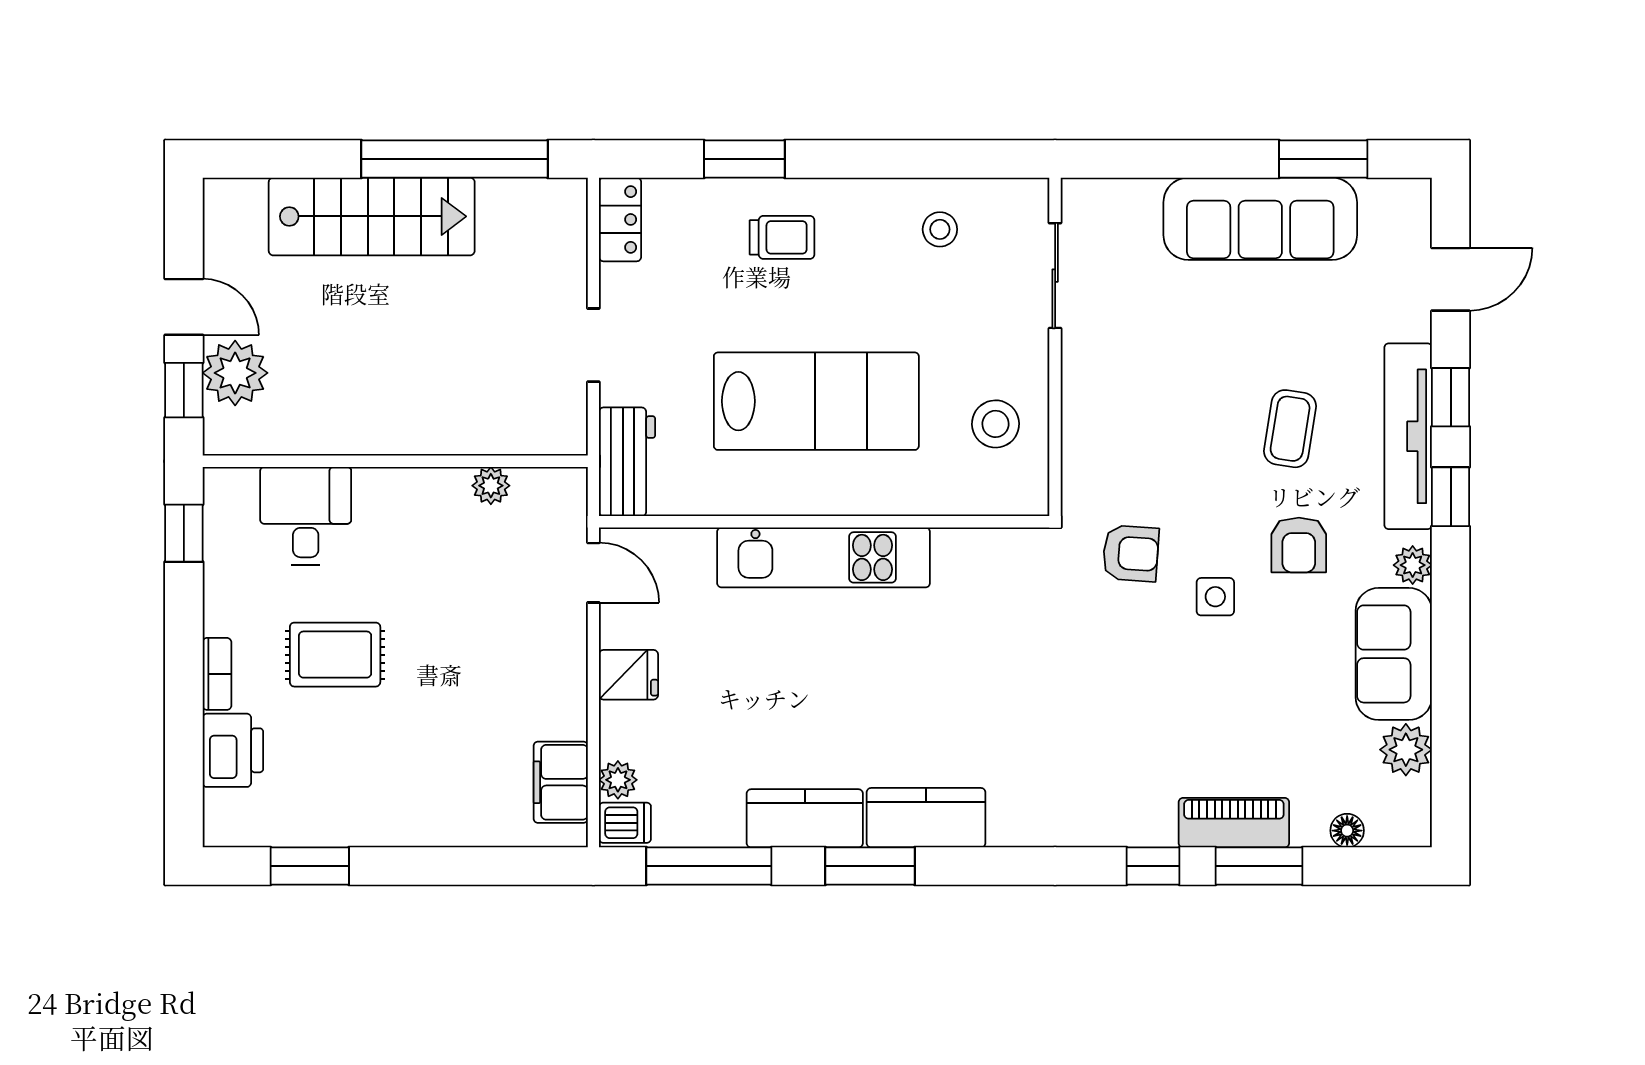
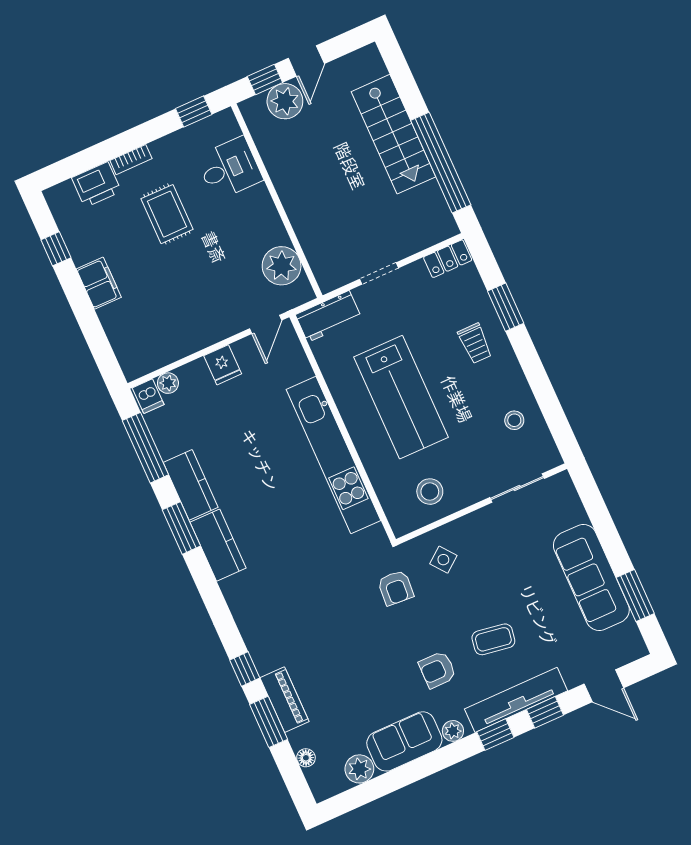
plant: (491, 486) -> (282, 266), width x1.87, depth x1.87
kitchen unit: (824, 557) -> (333, 455), width x1.36
side table: (1215, 597) -> (443, 560), moved, turned -38
filing cabinet: (561, 782) -> (99, 283), moved, turned 90
window: (310, 866) -> (56, 249), width x0.67

